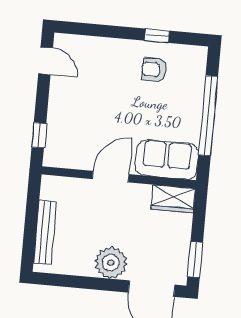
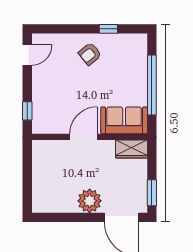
door: (46, 61) -> (27, 55), hinge flipped
armchair: (154, 70) -> (90, 54), moved, turned -39
bench: (45, 232) -> (38, 183), removed

